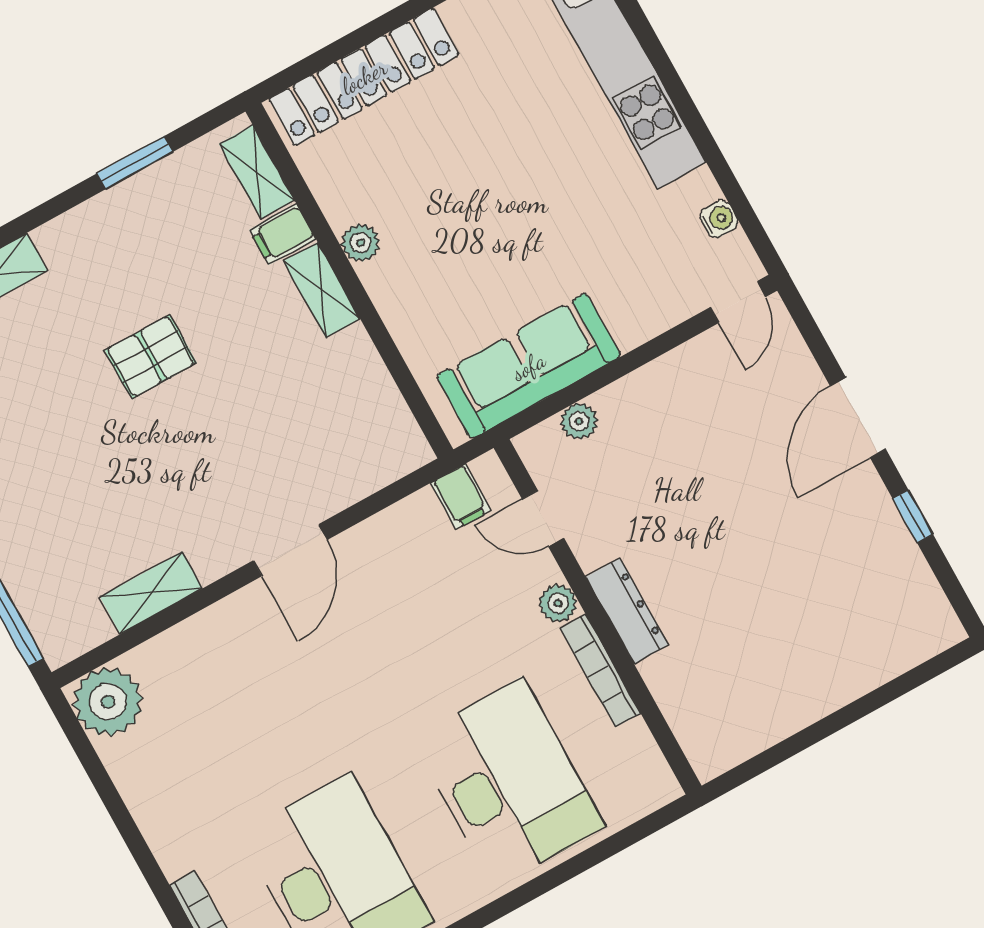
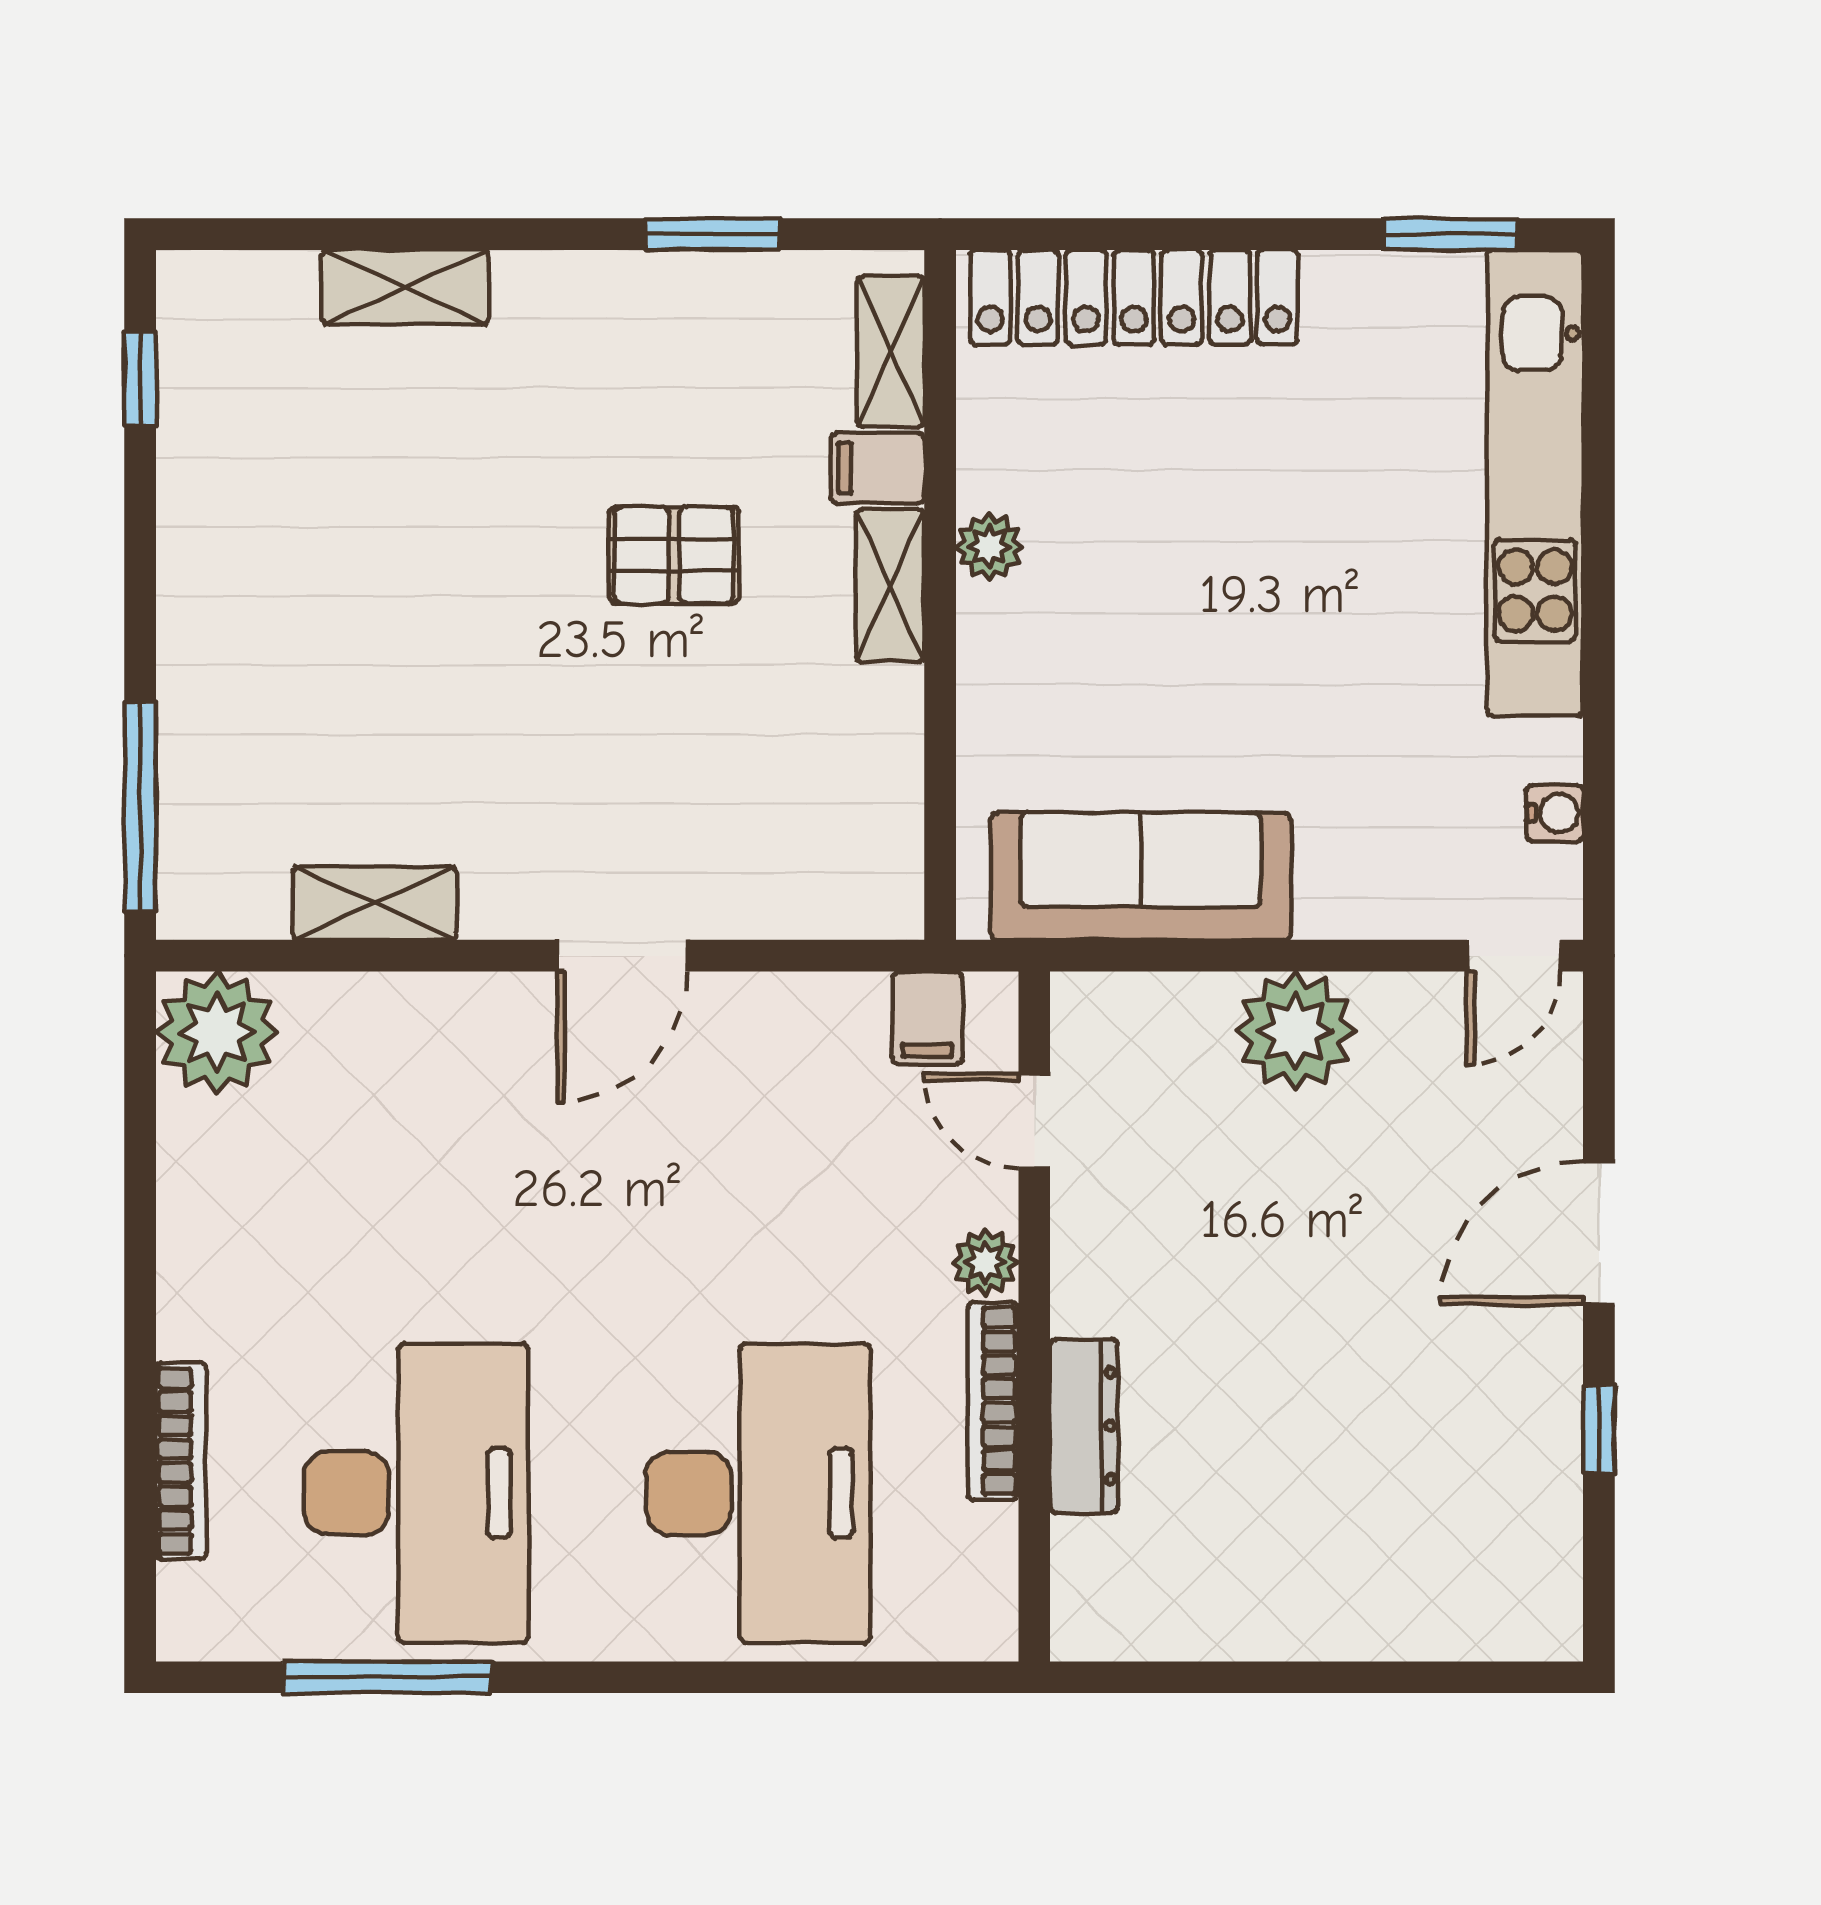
pallet: (151, 357) -> (674, 555), moved
plant: (579, 421) -> (1295, 1031), moved, width x1.87, depth x1.87
dresser: (627, 611) -> (1084, 1426), moved

